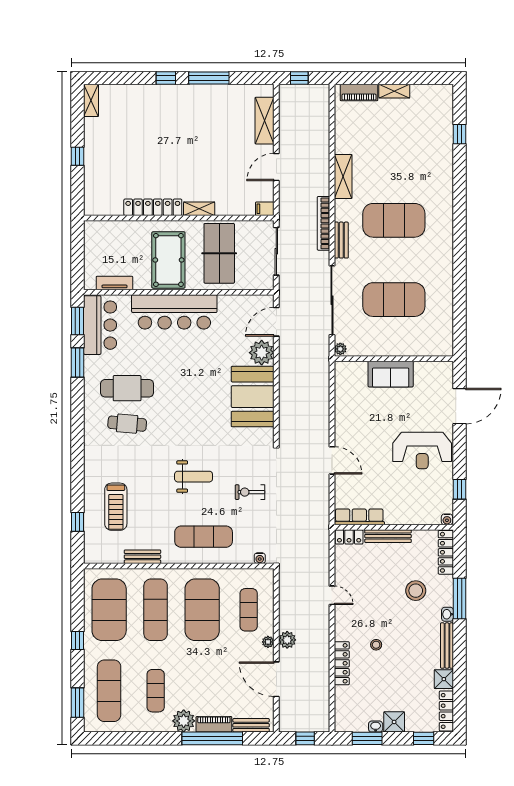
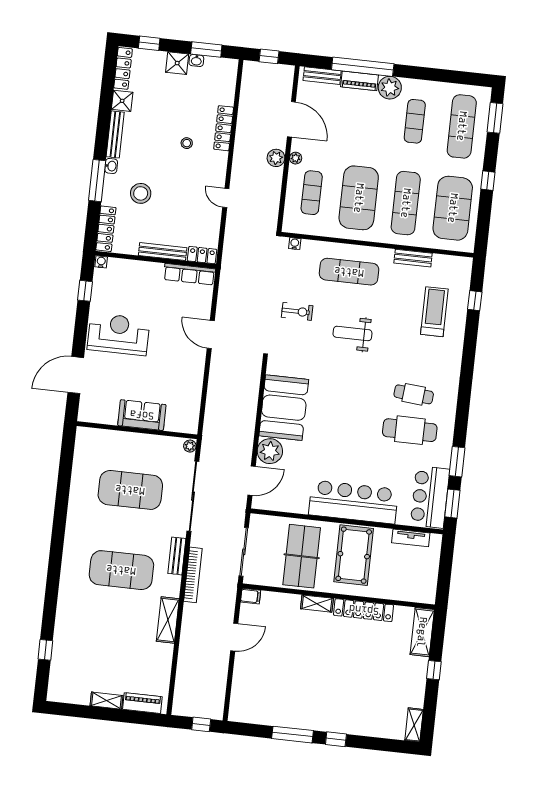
shelving: (265, 121) -> (422, 632), moved

